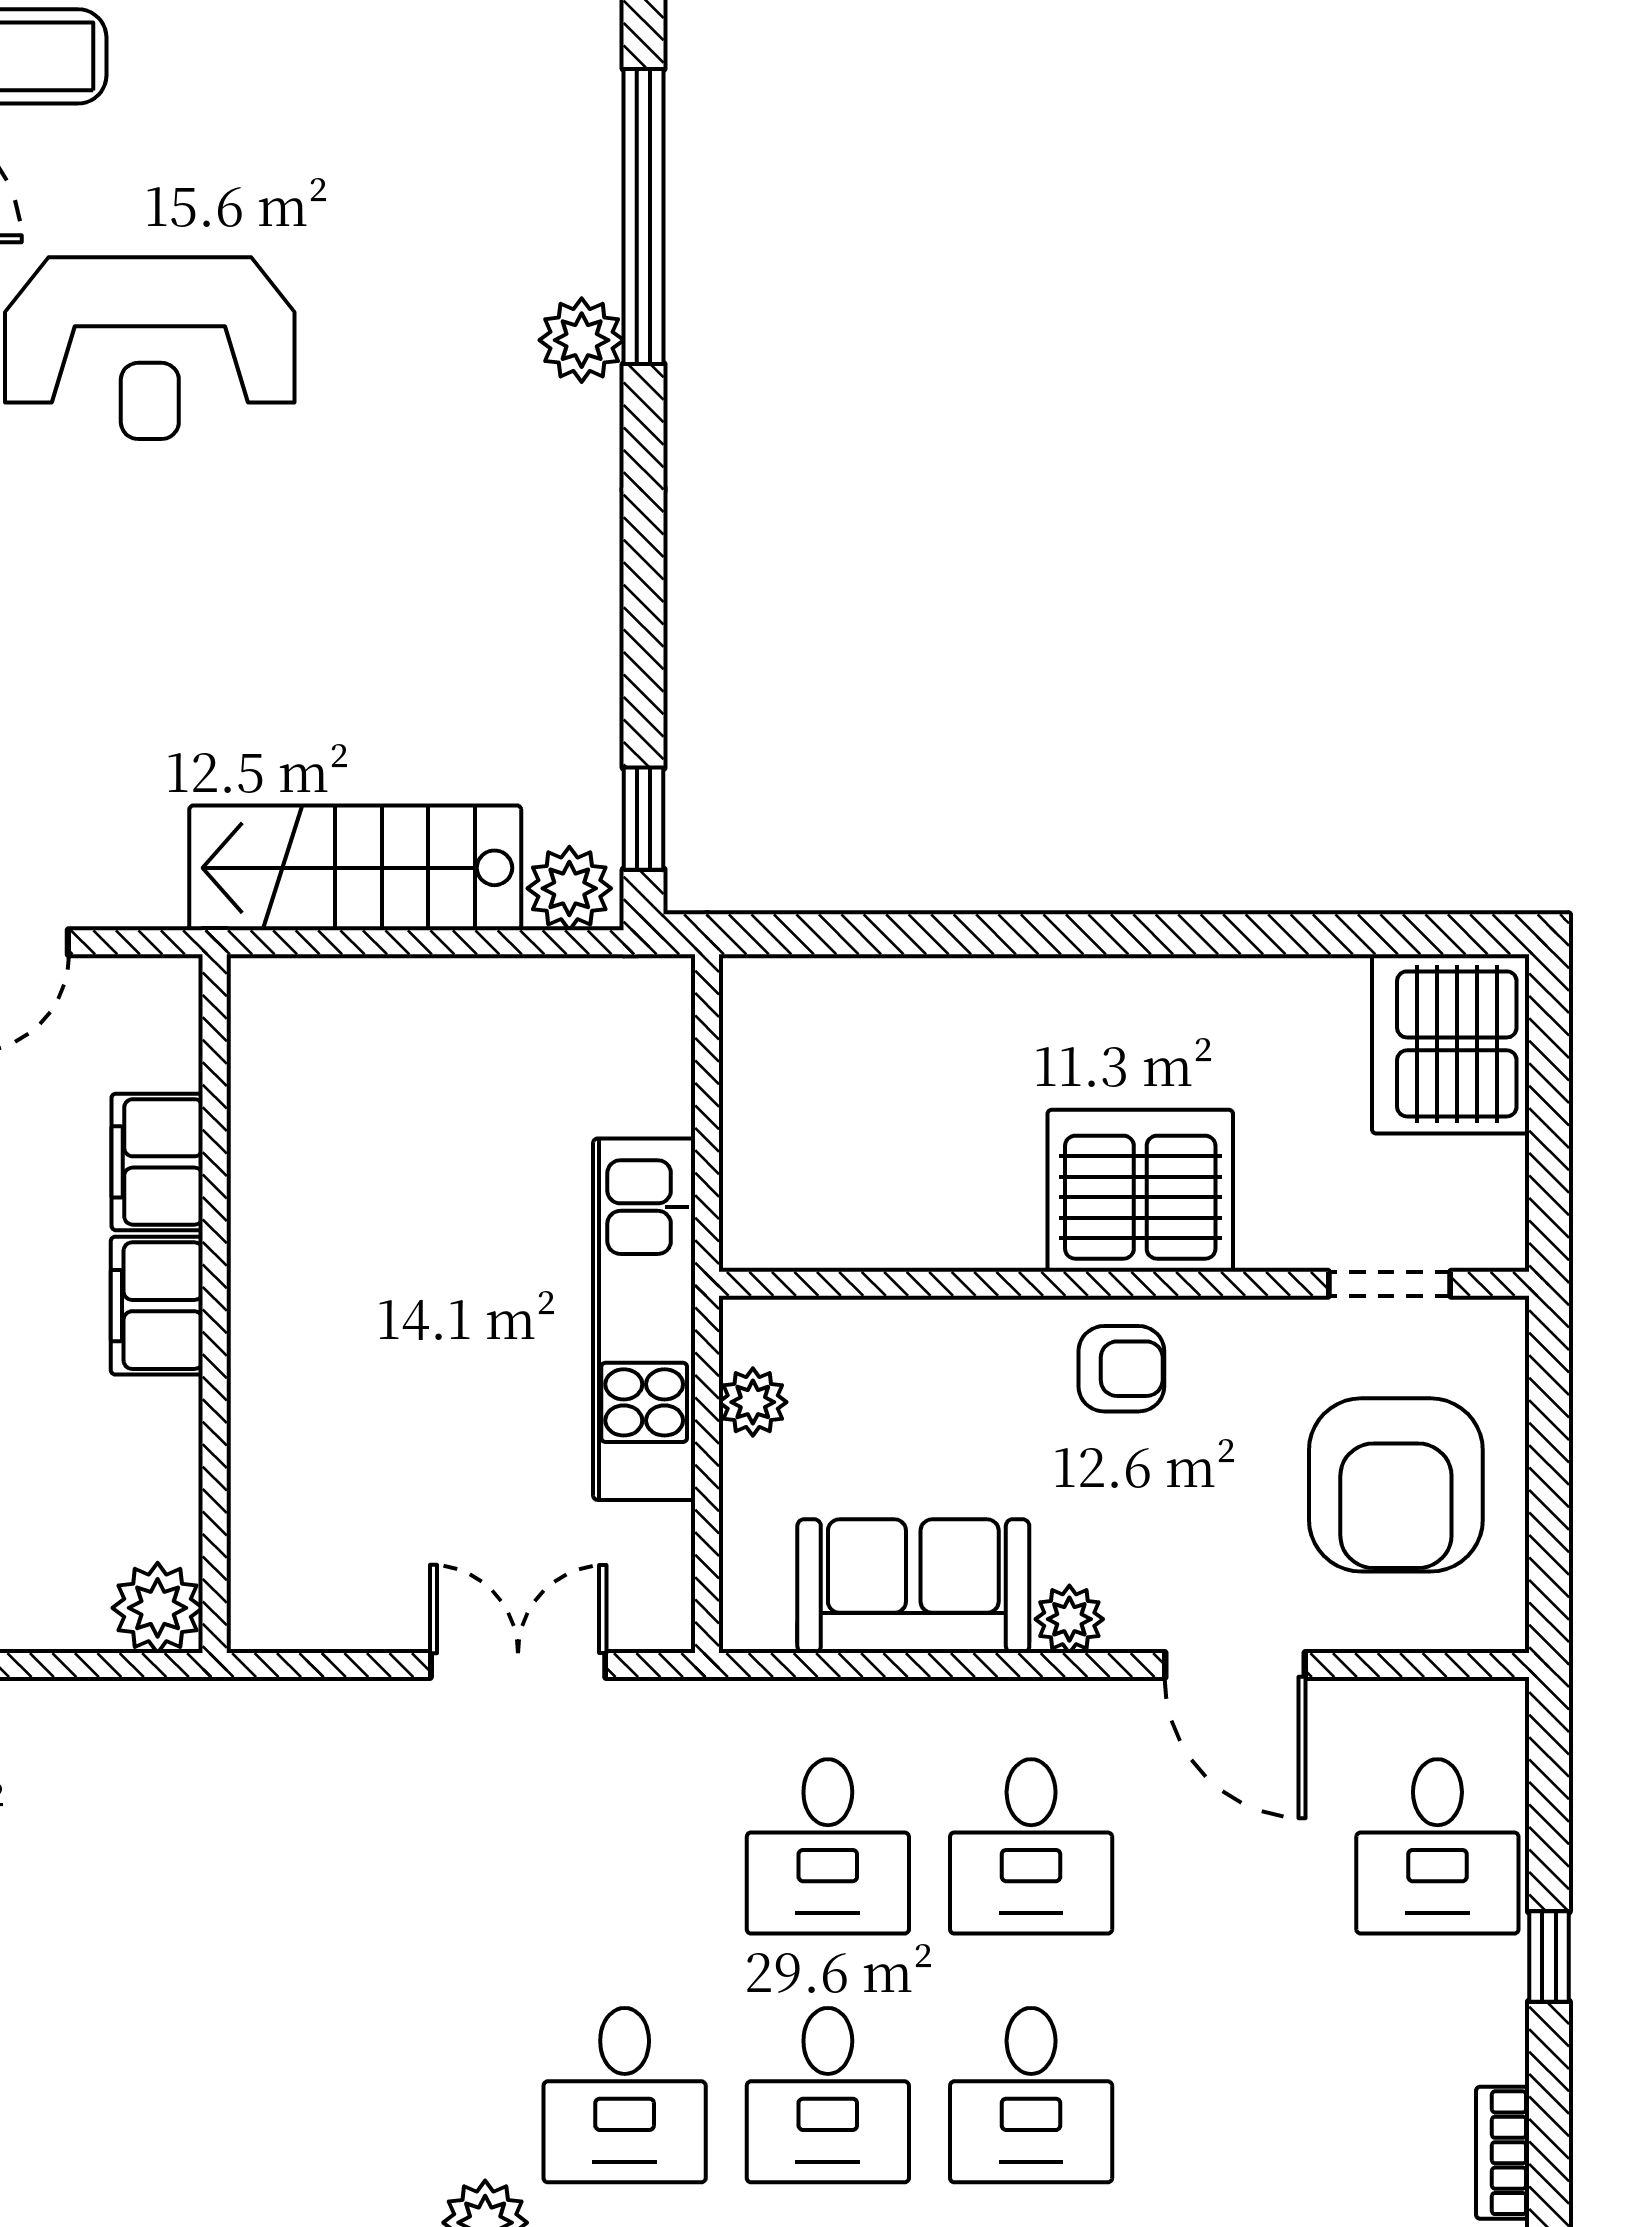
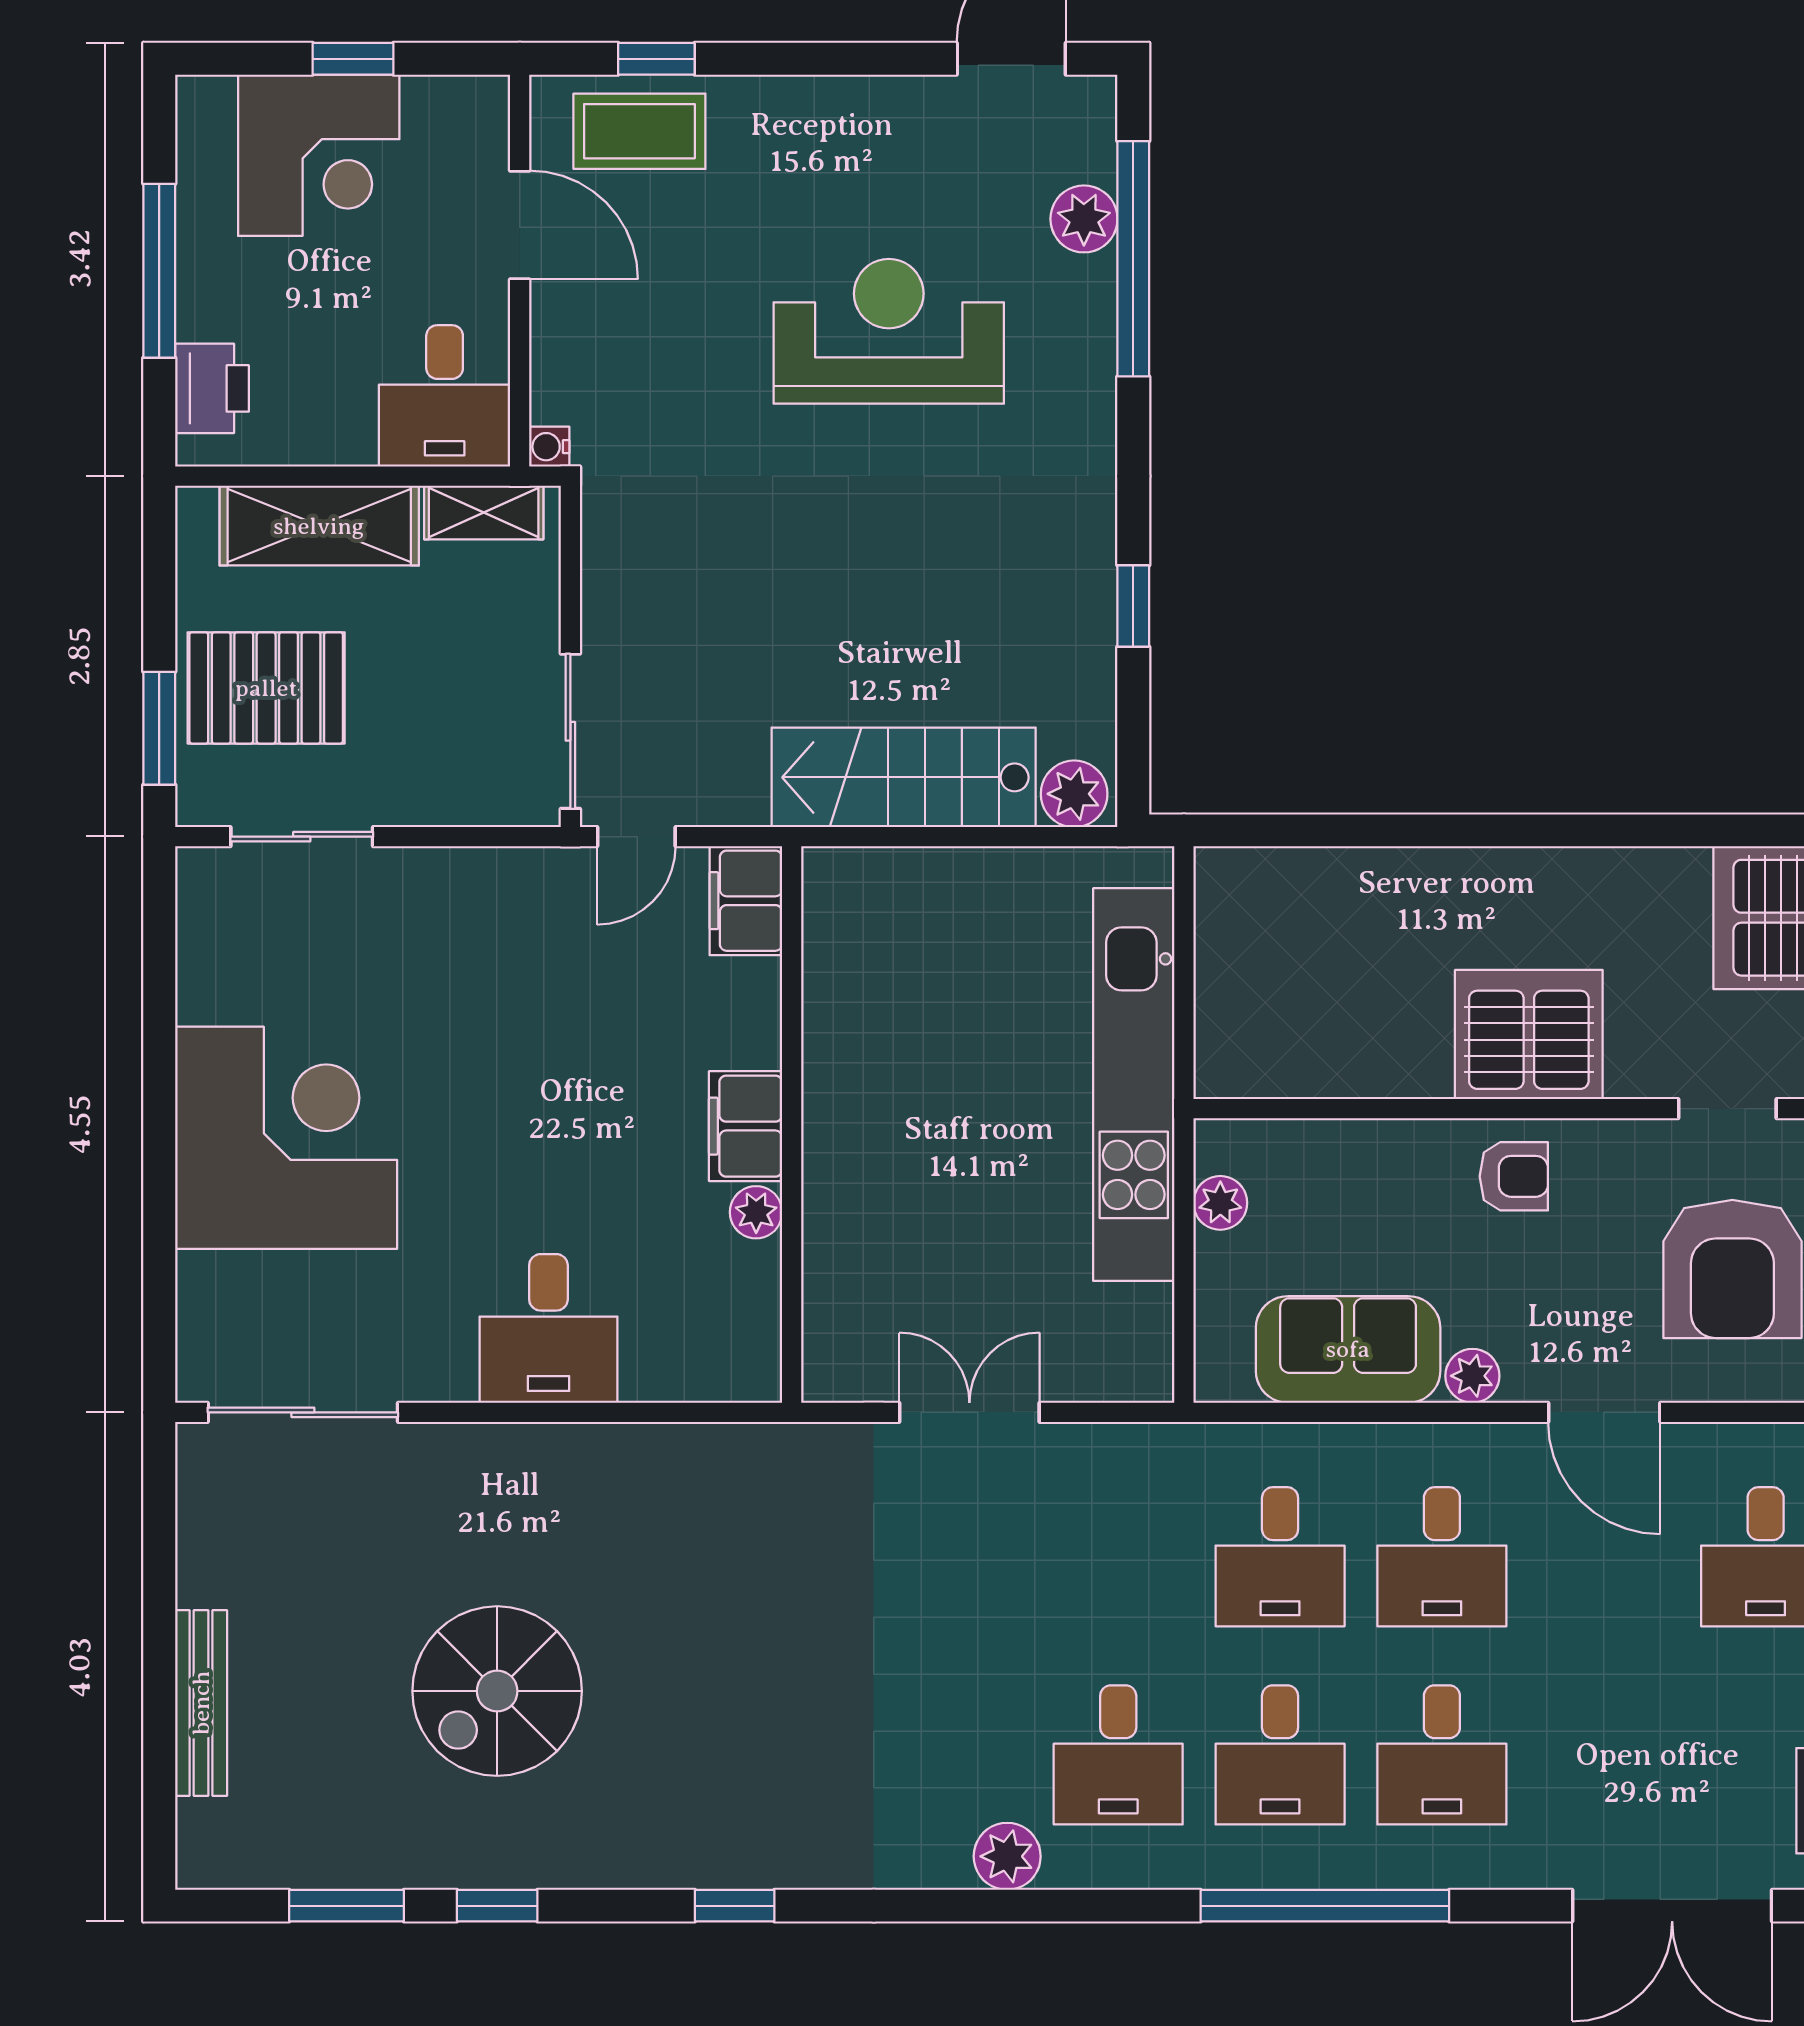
plant: (582, 340) -> (1084, 219), moved
reception desk: (150, 348) -> (889, 331), moved, turned 180
window: (644, 819) -> (1133, 606), moved
filing cabinet: (157, 1162) -> (746, 901), moved
kitchen unit: (644, 1319) -> (1134, 1085), width x1.36
plant: (158, 1608) -> (756, 1212), moved, width x0.73, depth x0.73
double door: (518, 1665) -> (969, 1412), moved

